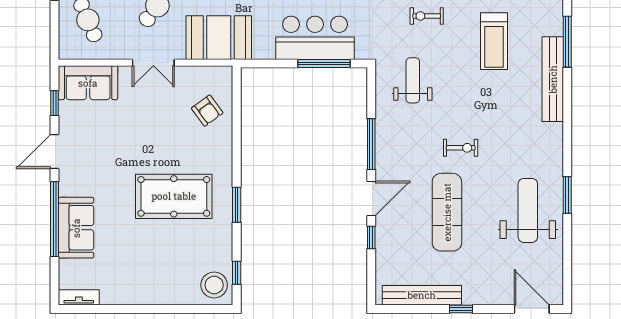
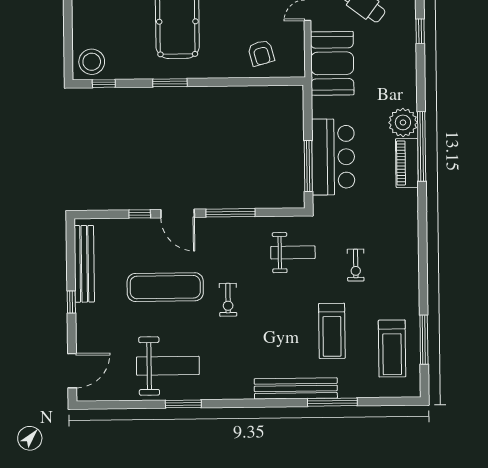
exercise bike: (427, 16) -> (356, 265), turned 180
treadmill: (494, 41) -> (332, 331), turned -90
armchair: (207, 111) -> (261, 53), turned -69

